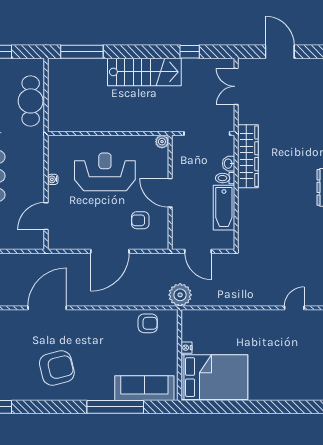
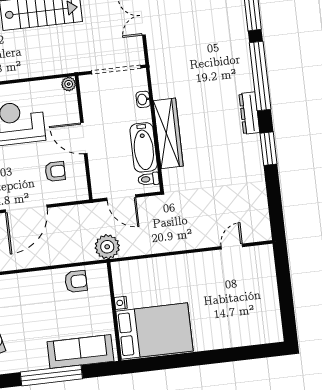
wardrobe: (248, 156) -> (168, 133), moved
toilet: (225, 178) -> (148, 179), moved
armchair: (140, 220) -> (55, 171), turned 180

